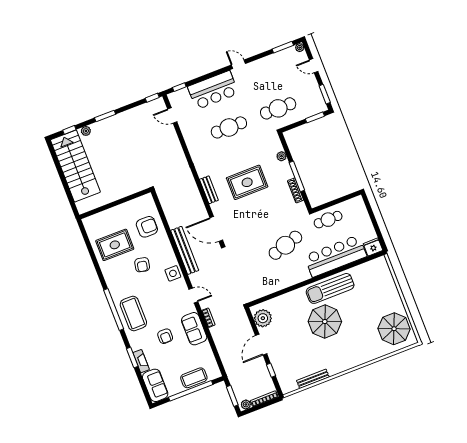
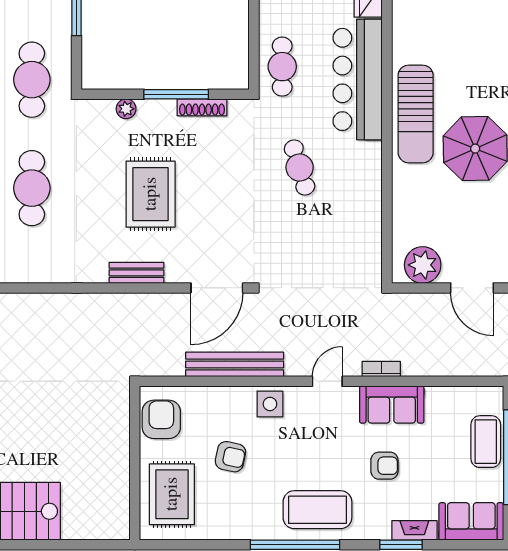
wall: (115, 203) -> (135, 463), moved
cafe table: (285, 245) -> (300, 167), width x0.73, depth x0.74

